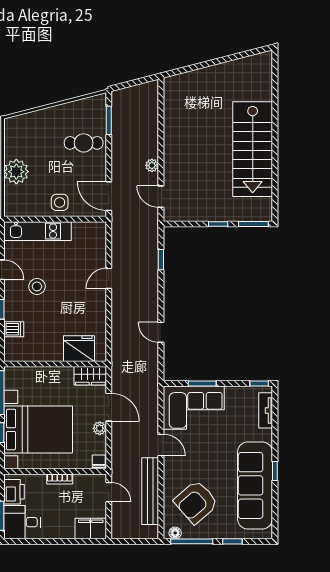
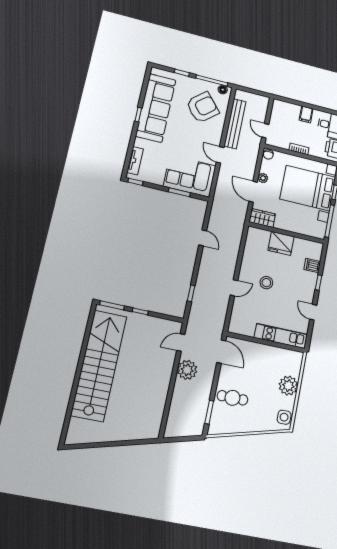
stairs: (253, 149) -> (99, 366), width x1.36
plant: (152, 165) -> (187, 370), width x1.88, depth x1.88
door: (161, 197) -> (181, 343), swing flipped
side table: (60, 202) -> (284, 417), moved
stool: (37, 286) -> (266, 283), moved
fridge: (79, 349) -> (281, 243), moved
filing cabinet: (91, 529) -> (306, 114), moved, width x0.50

